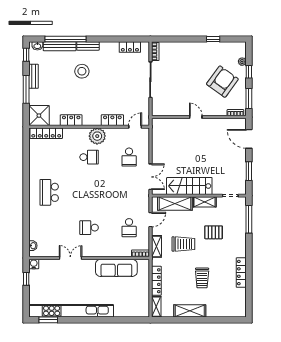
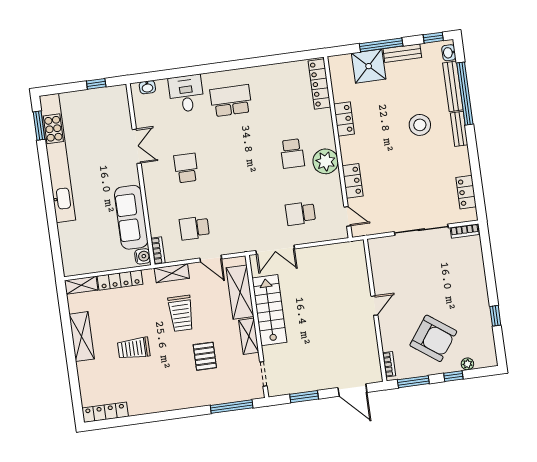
shower: (39, 116) -> (369, 66), moved
door: (249, 139) -> (352, 390), swing flipped
desk: (41, 221) -> (186, 94), added
water cooler: (34, 264) -> (143, 256), moved
locker: (241, 273) -> (105, 412), moved

